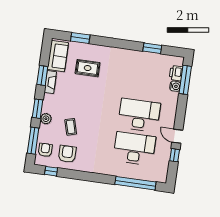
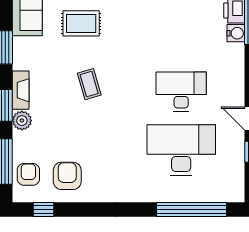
fireplace: (50, 82) -> (21, 90), moved
desk: (139, 115) -> (181, 92), width x0.73, depth x0.77
coffee table: (71, 127) -> (89, 84), moved

